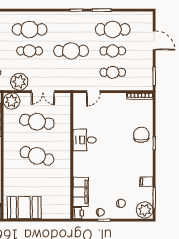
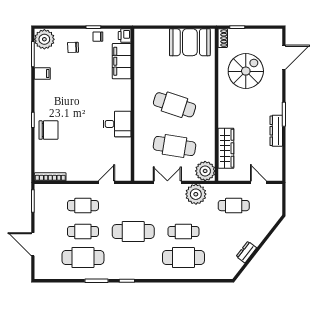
chair: (141, 135) -> (48, 130), turned -90

